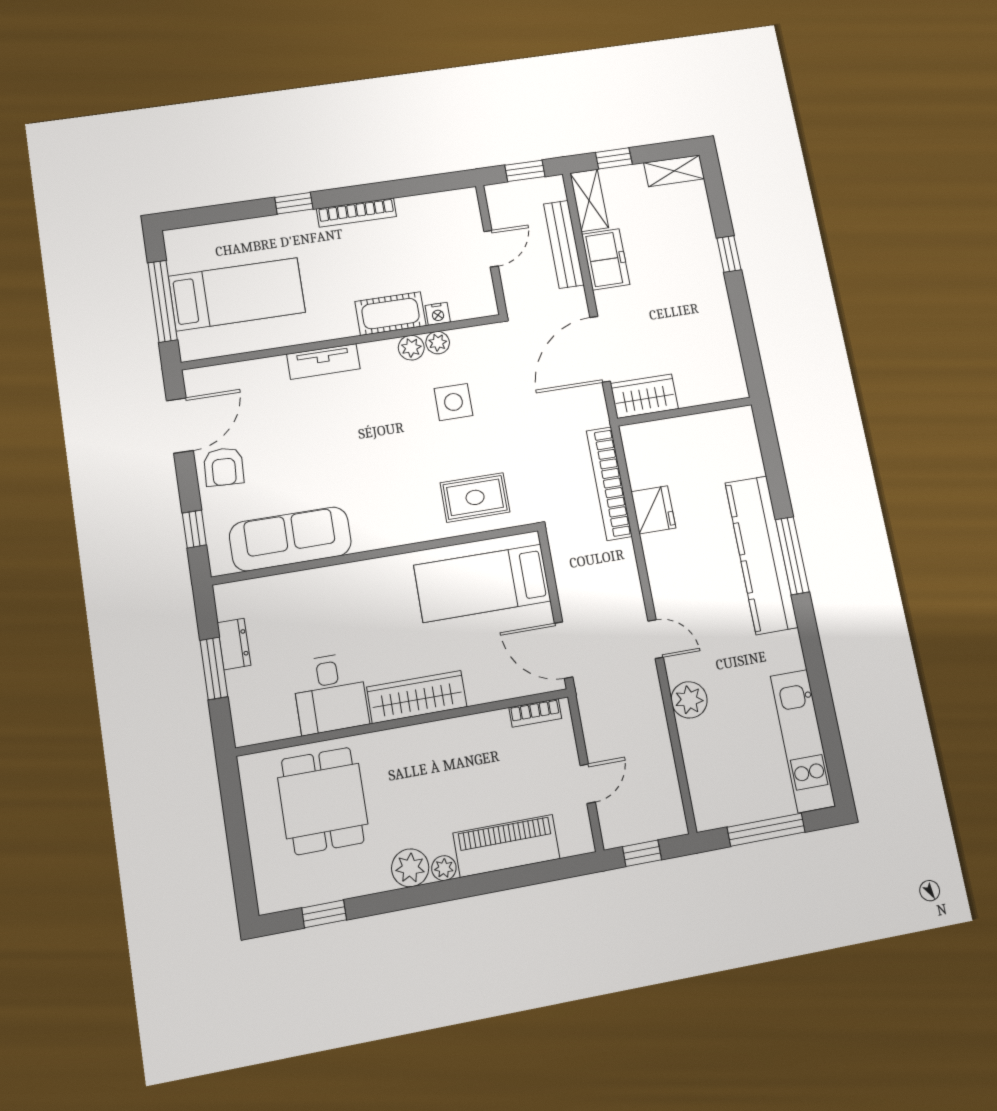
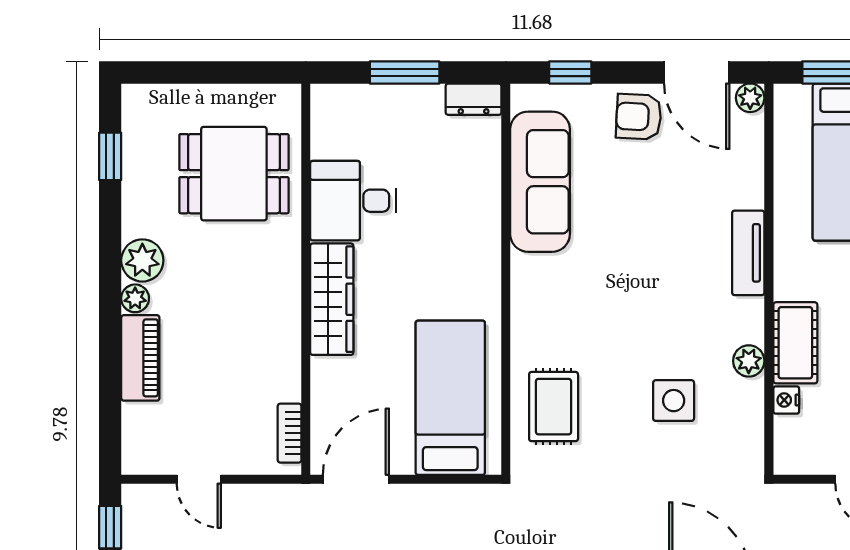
plant: (438, 343) -> (750, 98), moved
dresser: (234, 644) -> (474, 99), moved
piano: (507, 846) -> (140, 358), width x0.73, depth x0.75

